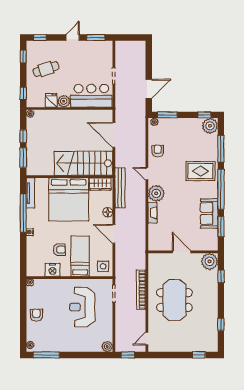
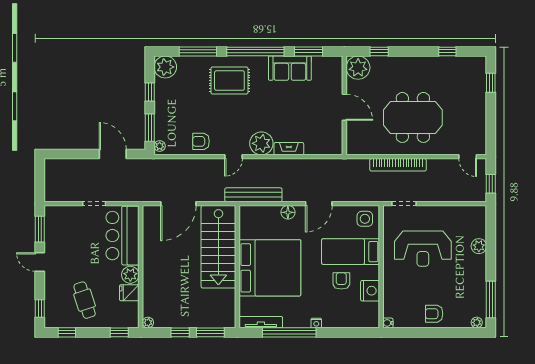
window: (204, 115) -> (150, 92), moved
rug: (200, 171) -> (229, 81), turned 90
wardrobe: (100, 184) -> (248, 223), removed
door: (182, 252) -> (344, 107), swing flipped
plant: (107, 346) -> (479, 246), moved

